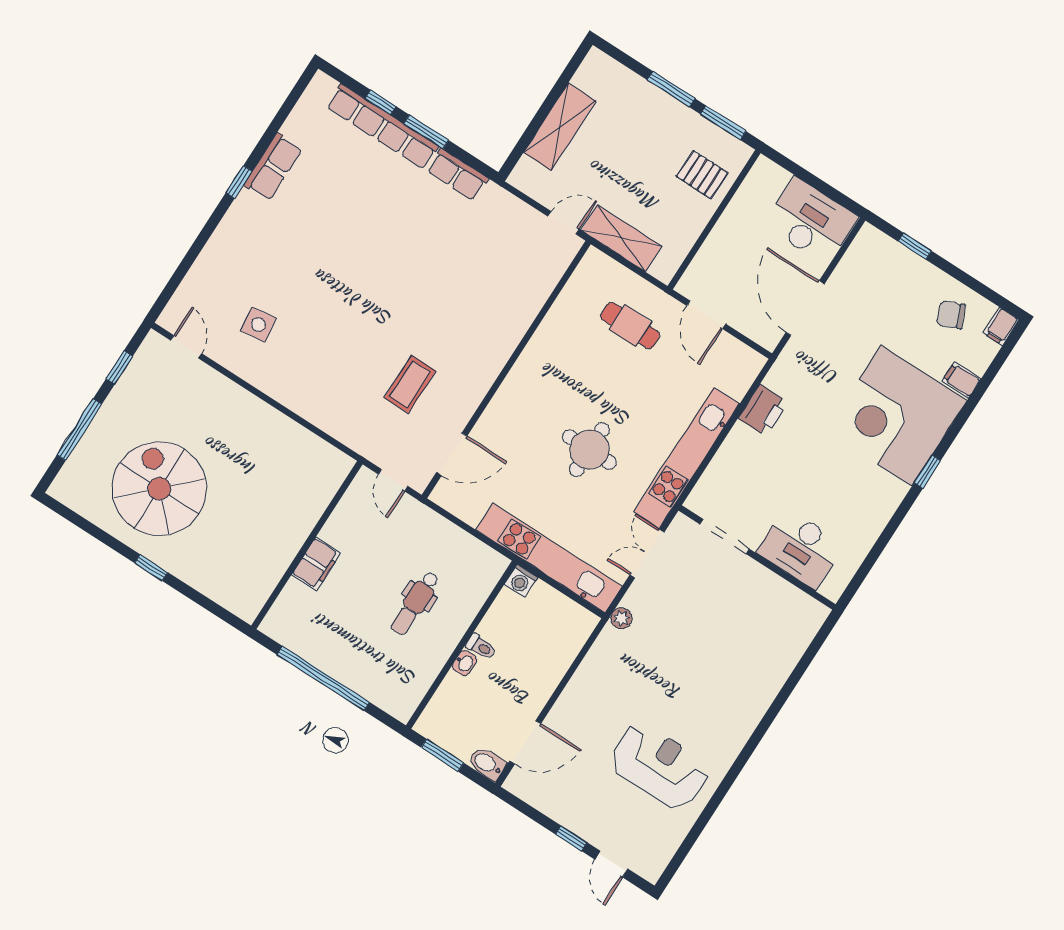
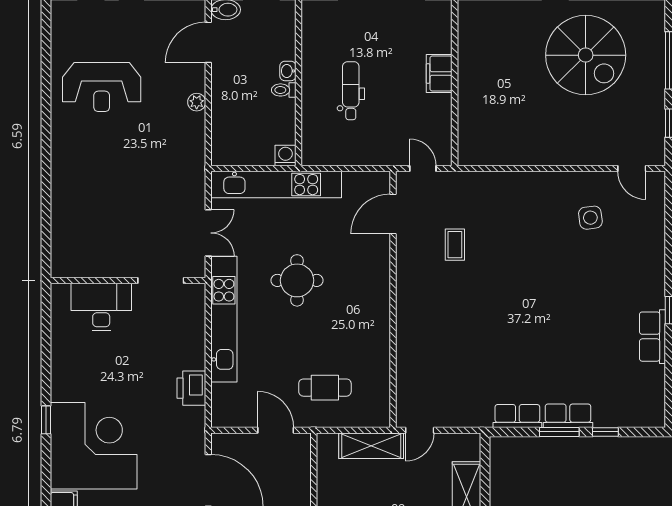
row of seats: (382, 126) -> (568, 416), width x0.50
coffee table: (410, 384) -> (455, 245), width x0.73, depth x0.77
plant: (621, 618) -> (197, 102), moved

